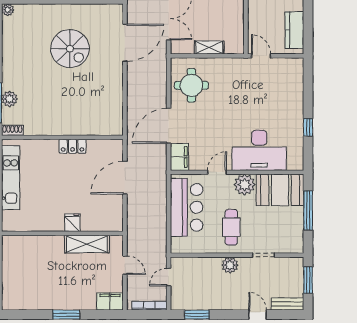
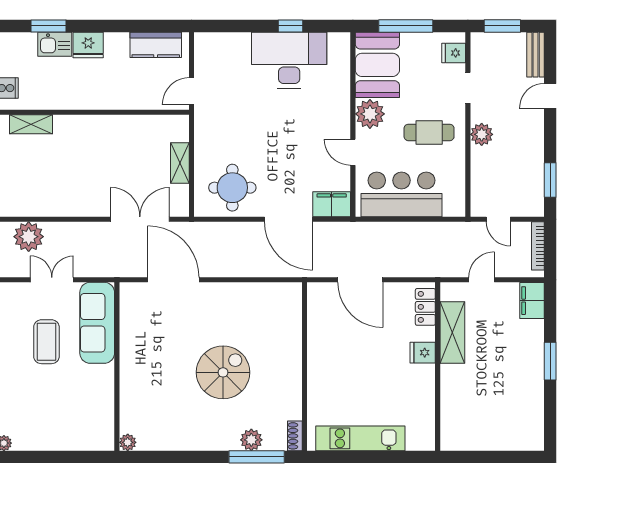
spiral stairs: (70, 49) -> (223, 372), moved
locker: (73, 146) -> (425, 307), moved, turned 180
desk: (259, 150) -> (289, 60), moved, turned -90
fridge: (289, 245) -> (454, 53), added

